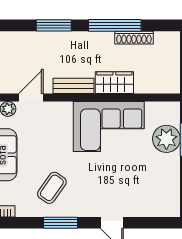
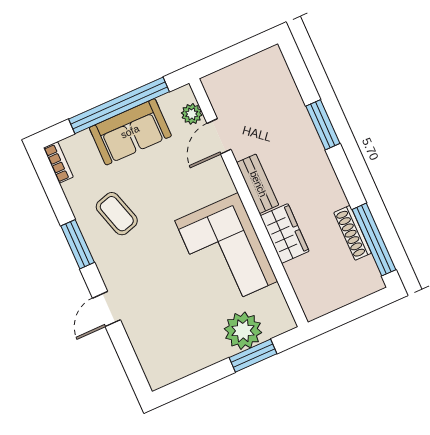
window: (115, 25) -> (374, 240), moved
door: (31, 98) -> (219, 136), swing flipped
coffee table: (52, 188) -> (117, 214), turned 38

